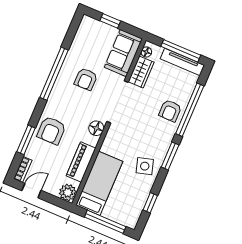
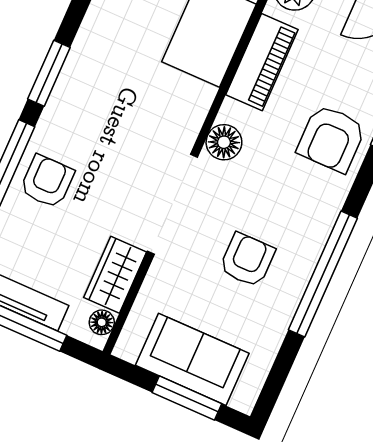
window: (110, 21) -> (187, 398), width x1.50
sofa: (123, 53) -> (192, 359), moved, turned -90
armchair: (51, 130) -> (331, 139), turned 180
side table: (145, 166) -> (110, 50), removed

